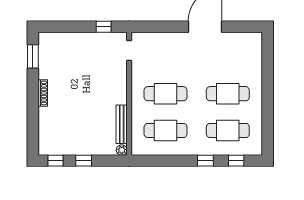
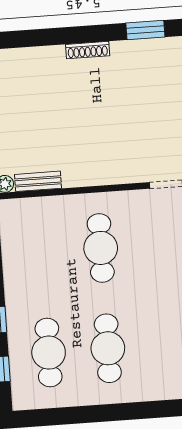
bench: (122, 124) -> (38, 181), width x0.73
cafe table: (166, 131) -> (41, 252), removed

